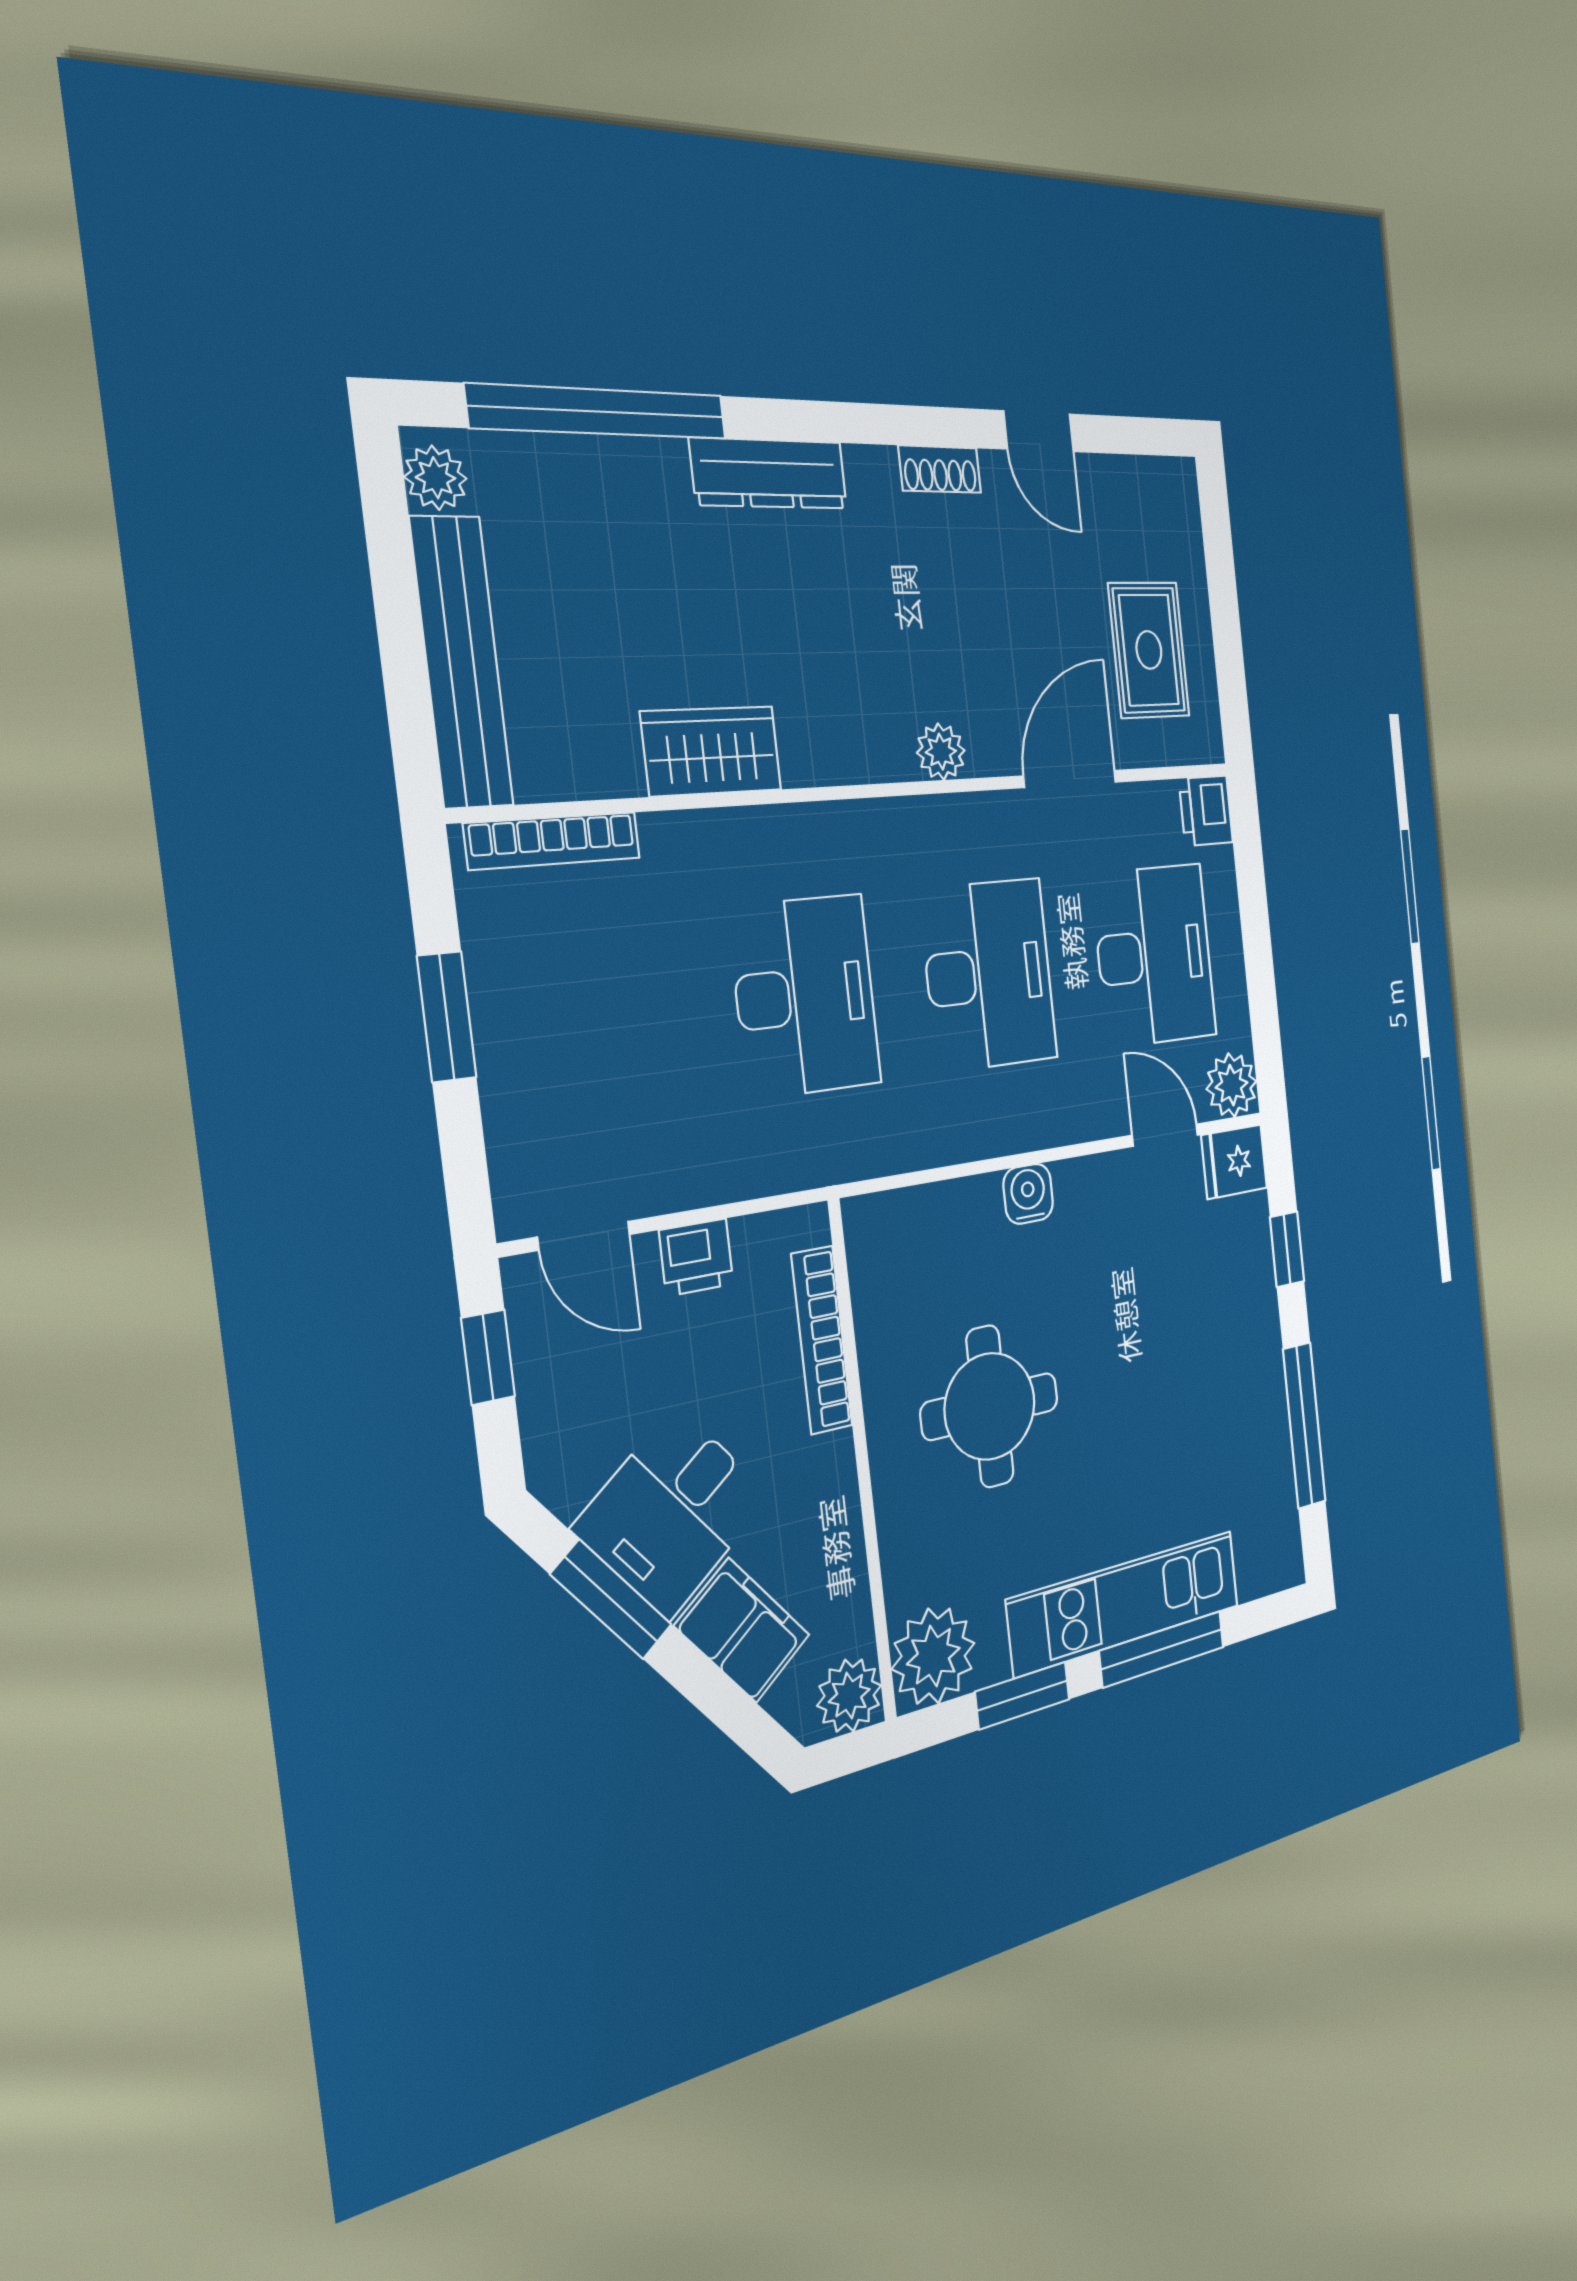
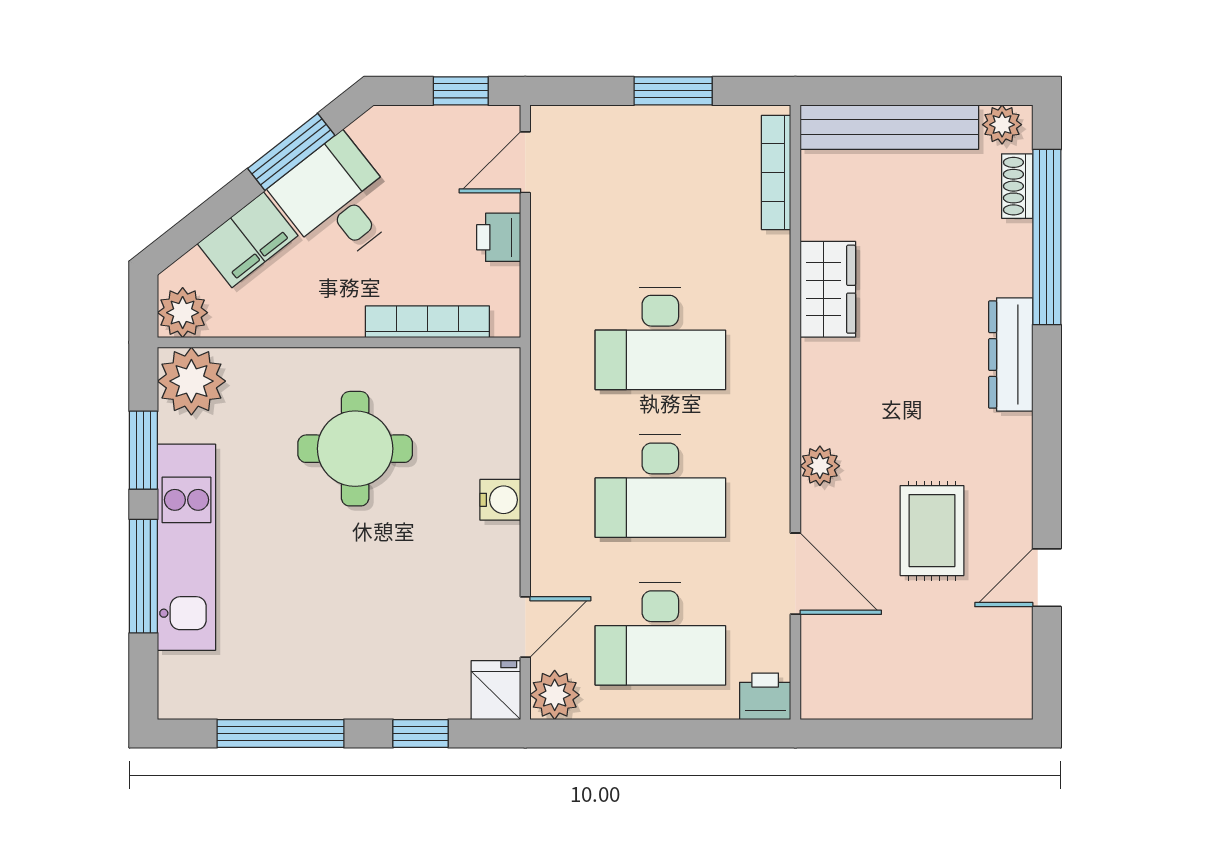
shoe rack: (940, 469) -> (1017, 186), moved
rug: (1149, 650) -> (932, 531), moved, turned 90

